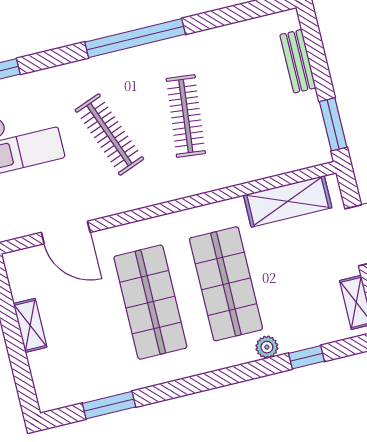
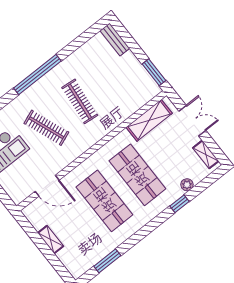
bench: (298, 61) -> (115, 40), moved
plant: (267, 347) -> (187, 185), moved
window: (306, 357) -> (180, 204), moved

